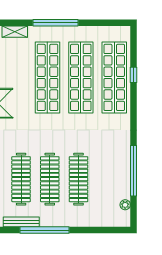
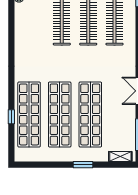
window: (55, 23) -> (83, 165), width x0.47
window: (133, 171) -> (11, 29), removed

